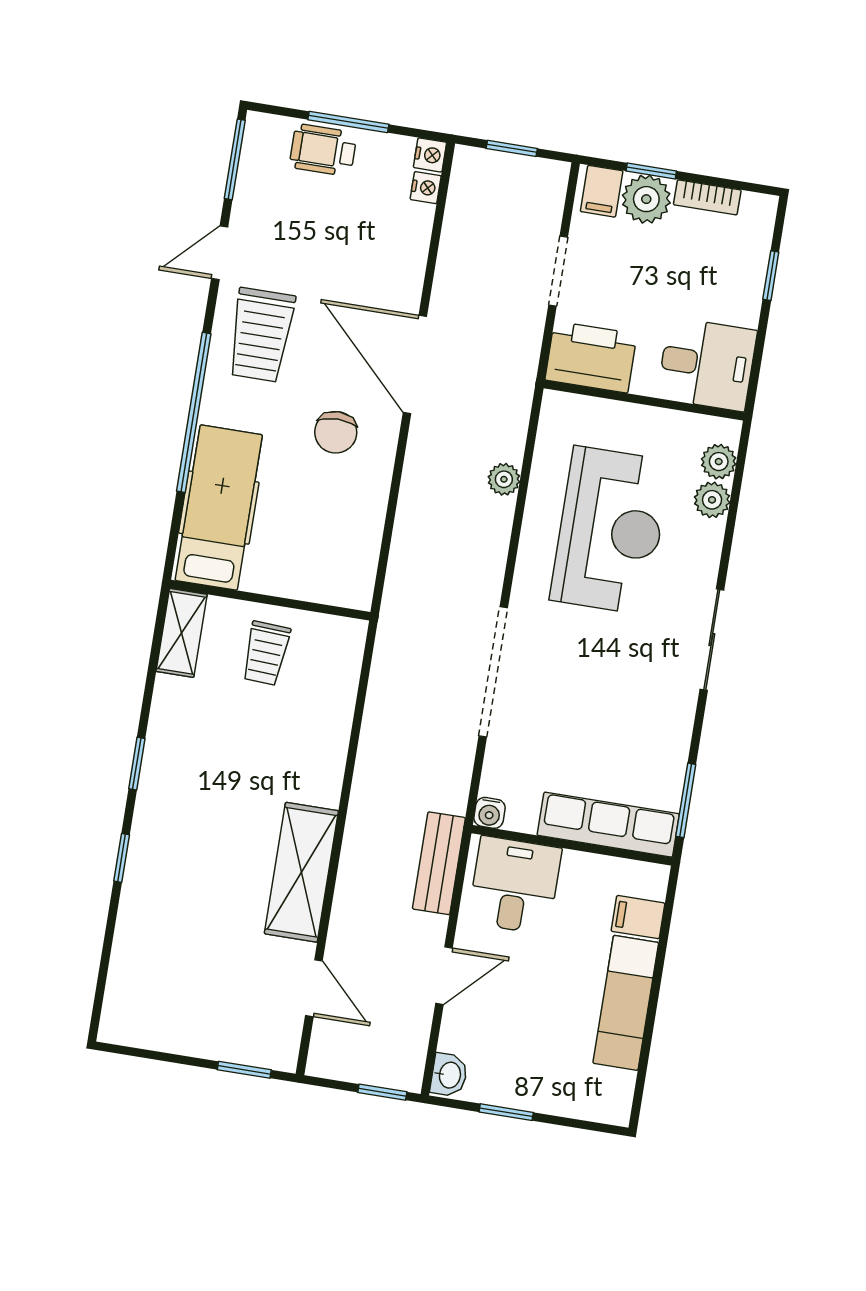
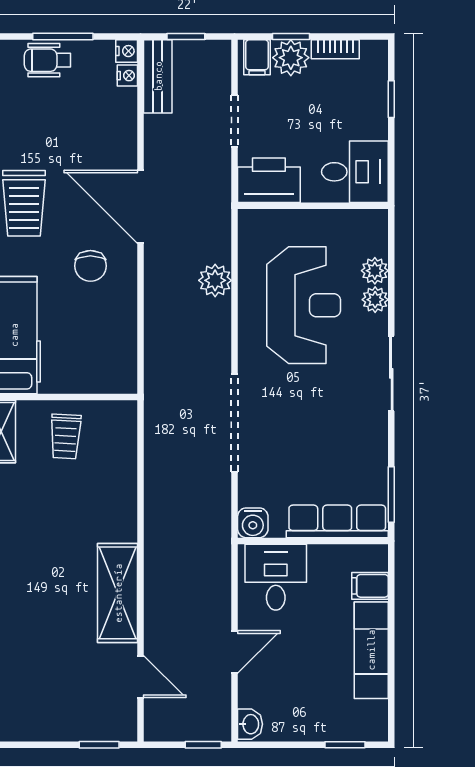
plant: (719, 462) -> (375, 300), moved
plant: (504, 479) -> (215, 280), width x1.38, depth x1.38
water cooler: (490, 813) -> (253, 523), width x1.38, depth x1.38
bench: (439, 863) -> (158, 76), moved
window: (506, 1112) -> (345, 745), moved

